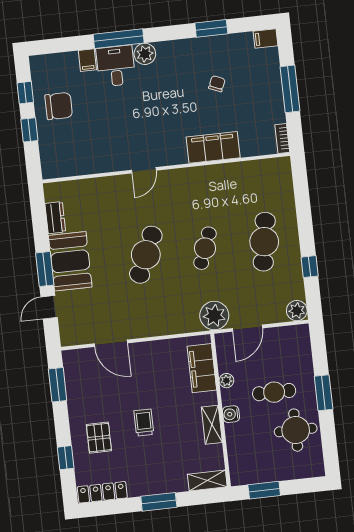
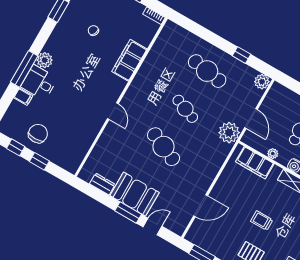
door: (49, 307) -> (153, 227), swing flipped

